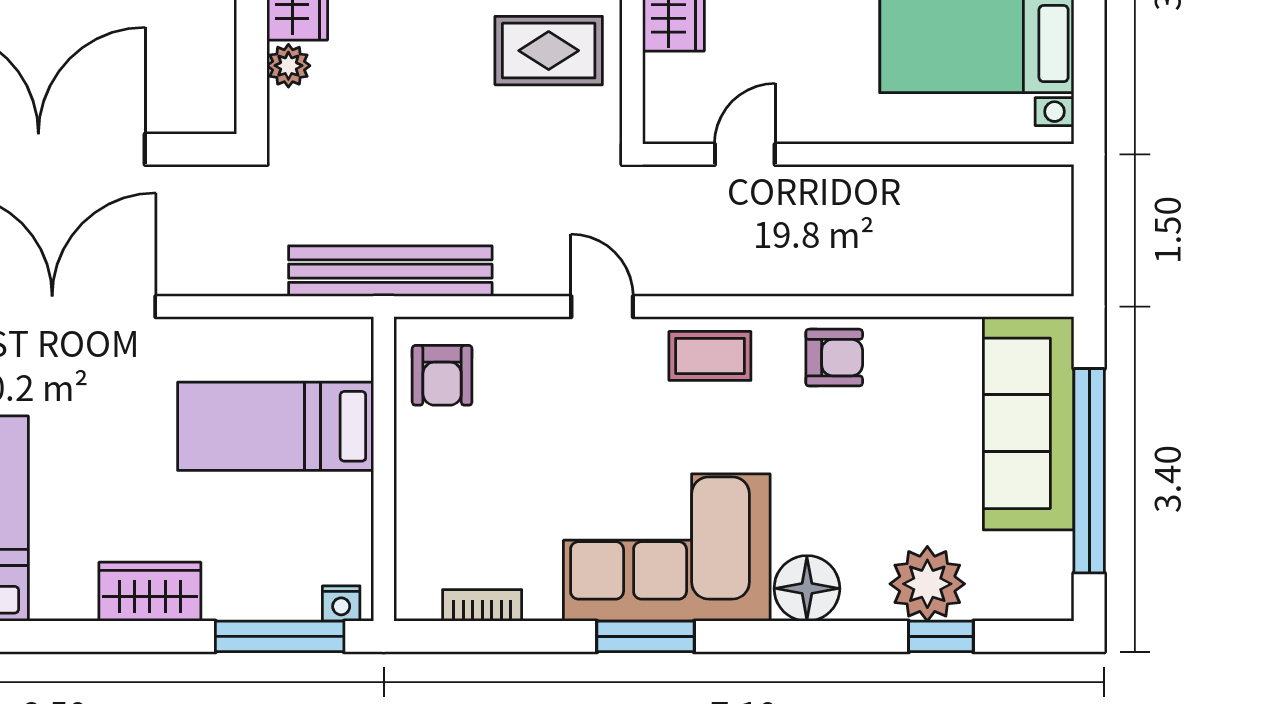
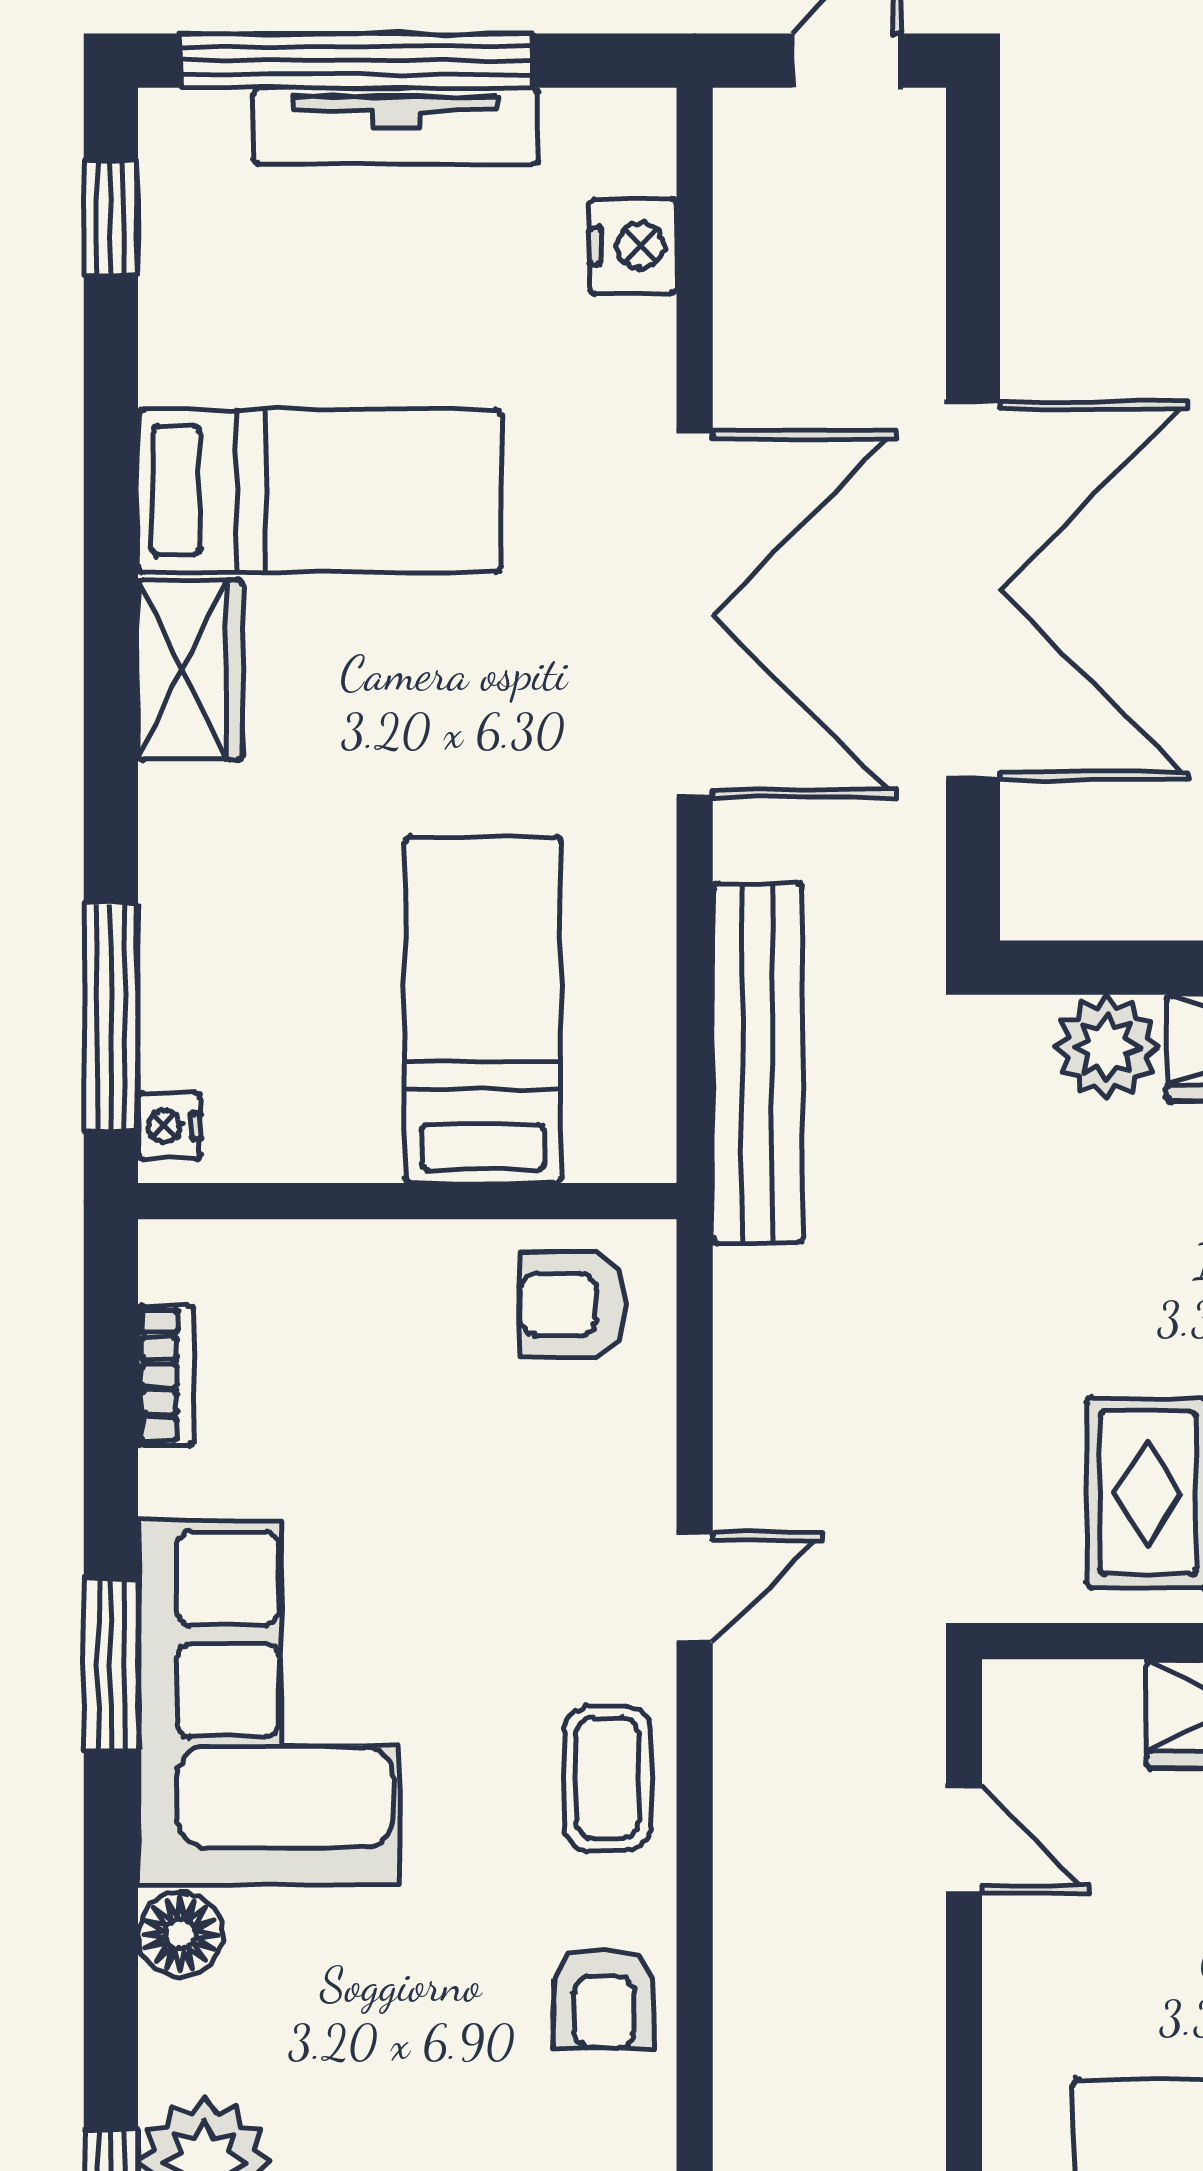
plant: (288, 66) -> (1107, 1047), width x1.38, depth x1.38
bench: (390, 271) -> (757, 1063), moved
floor lamp: (807, 588) -> (180, 1934), width x0.73, depth x0.73
wardrobe: (150, 592) -> (190, 670), moved

